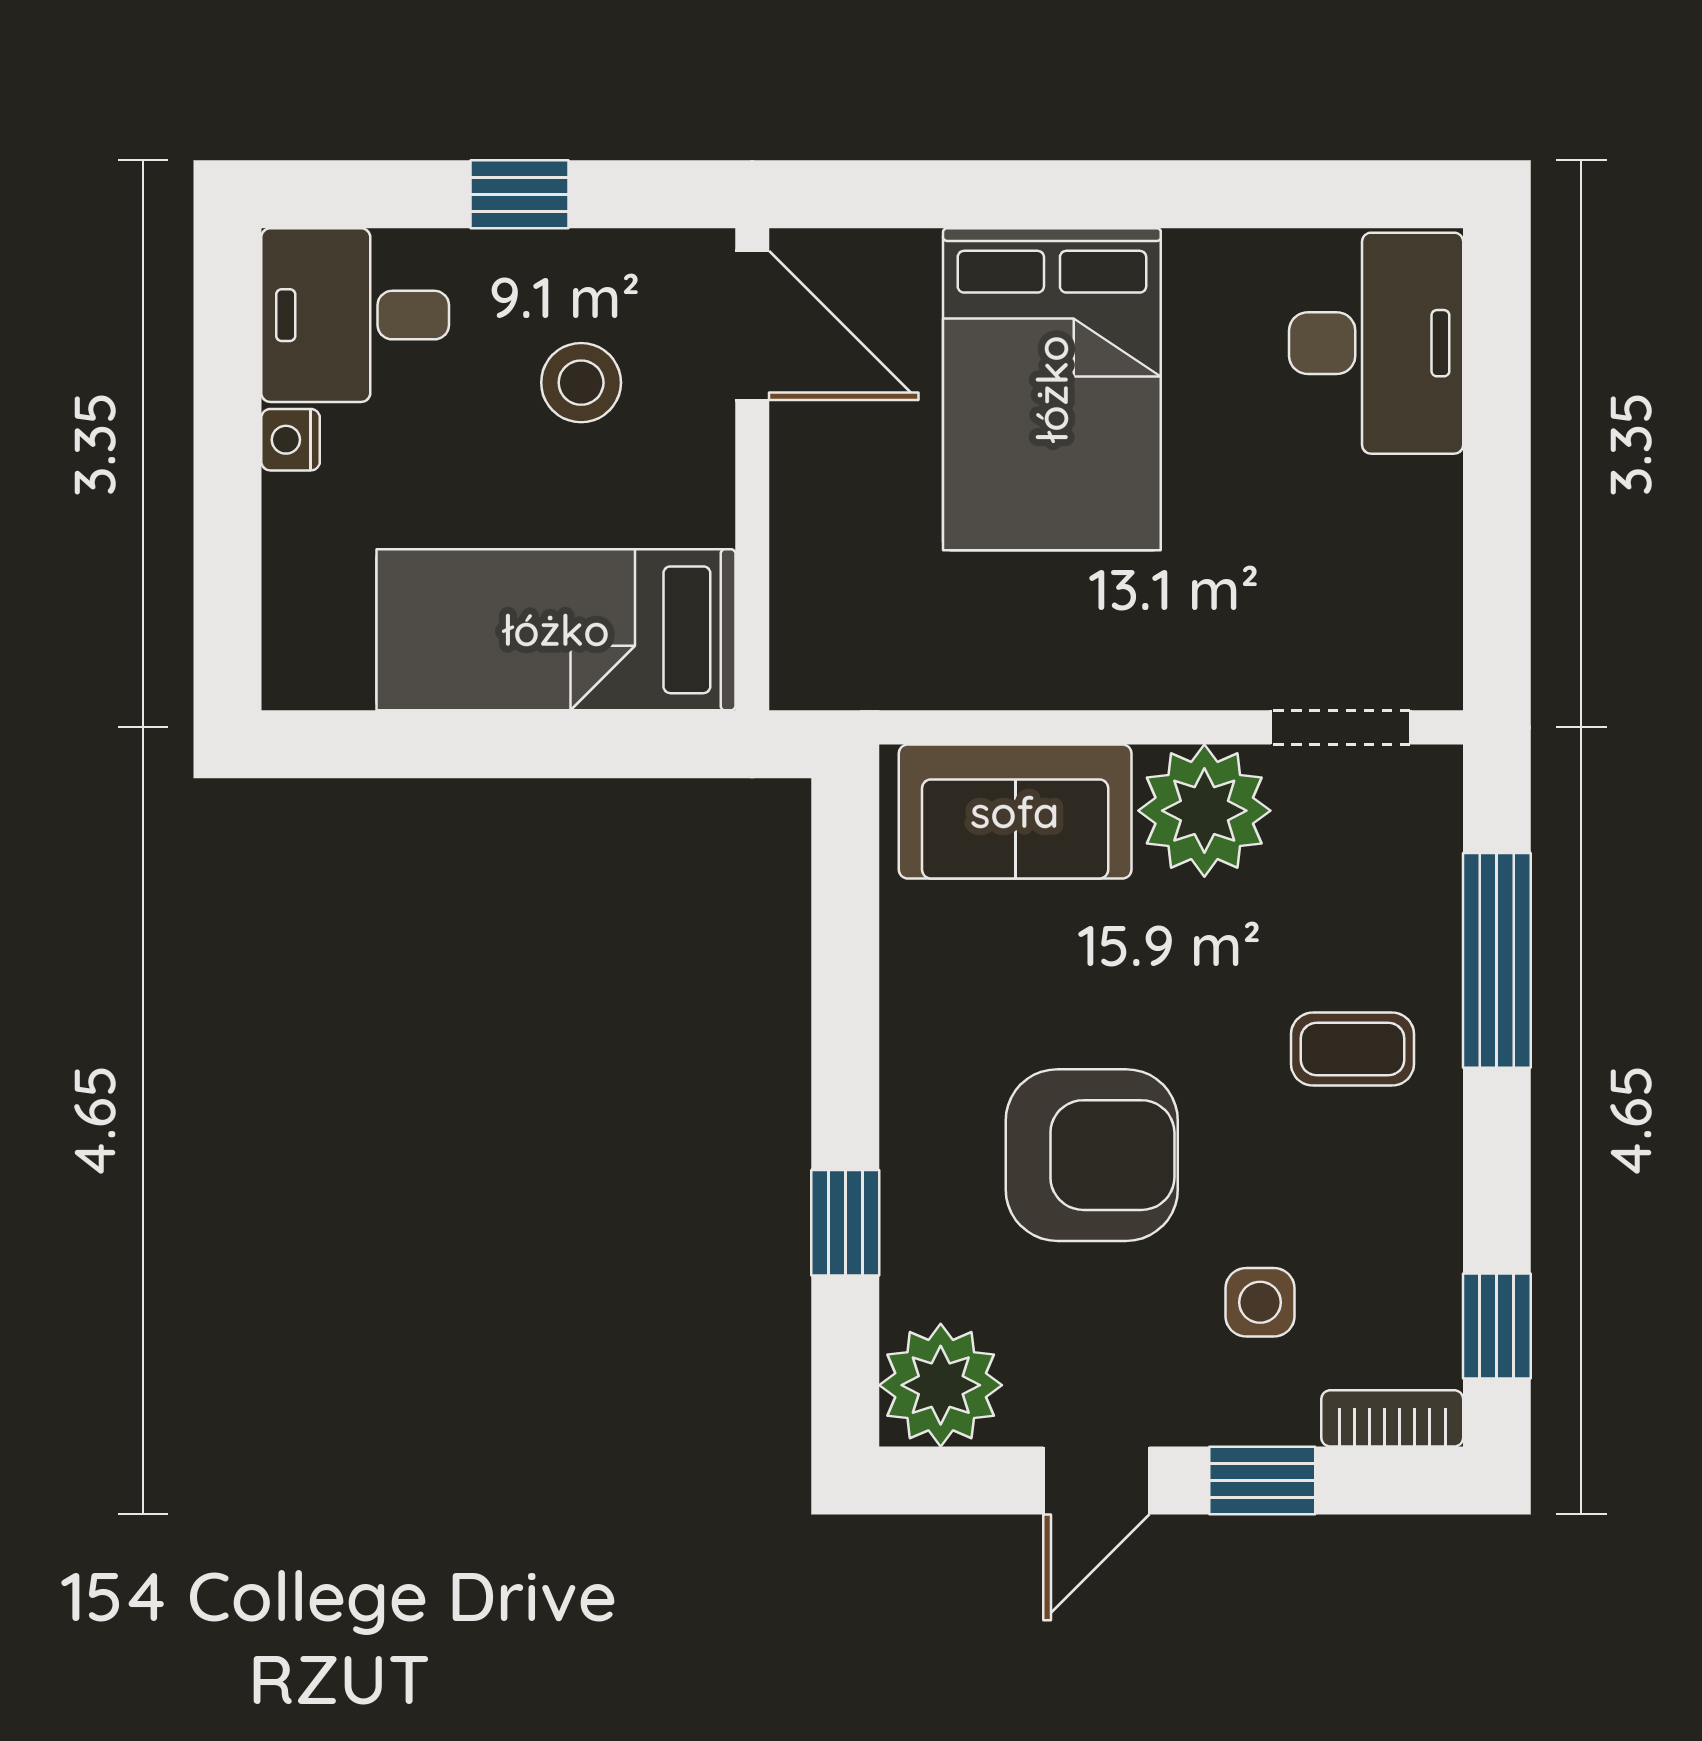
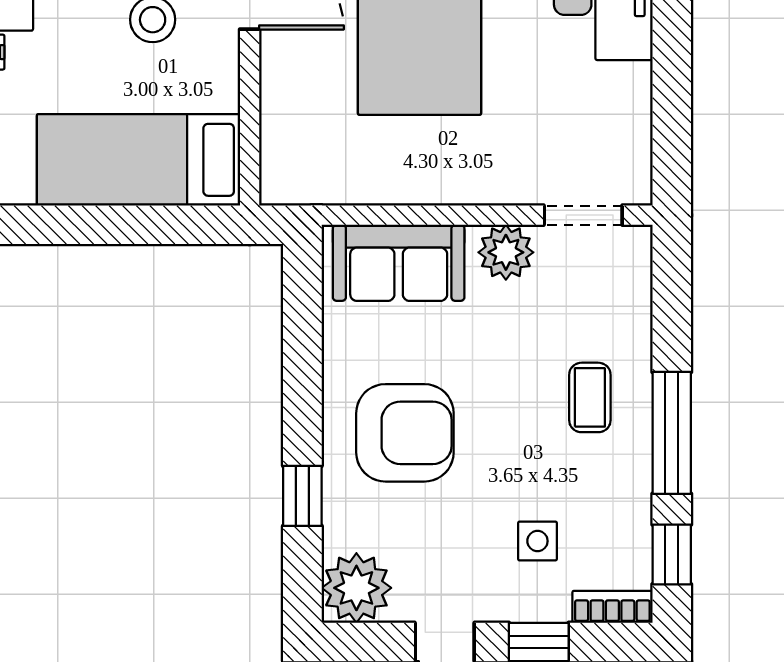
plant: (1204, 811) -> (506, 252), width x0.73, depth x0.73
window: (1497, 960) -> (672, 433), moved
coffee table: (1352, 1049) -> (590, 397), turned 90
armchair: (1092, 1155) -> (405, 433), moved

